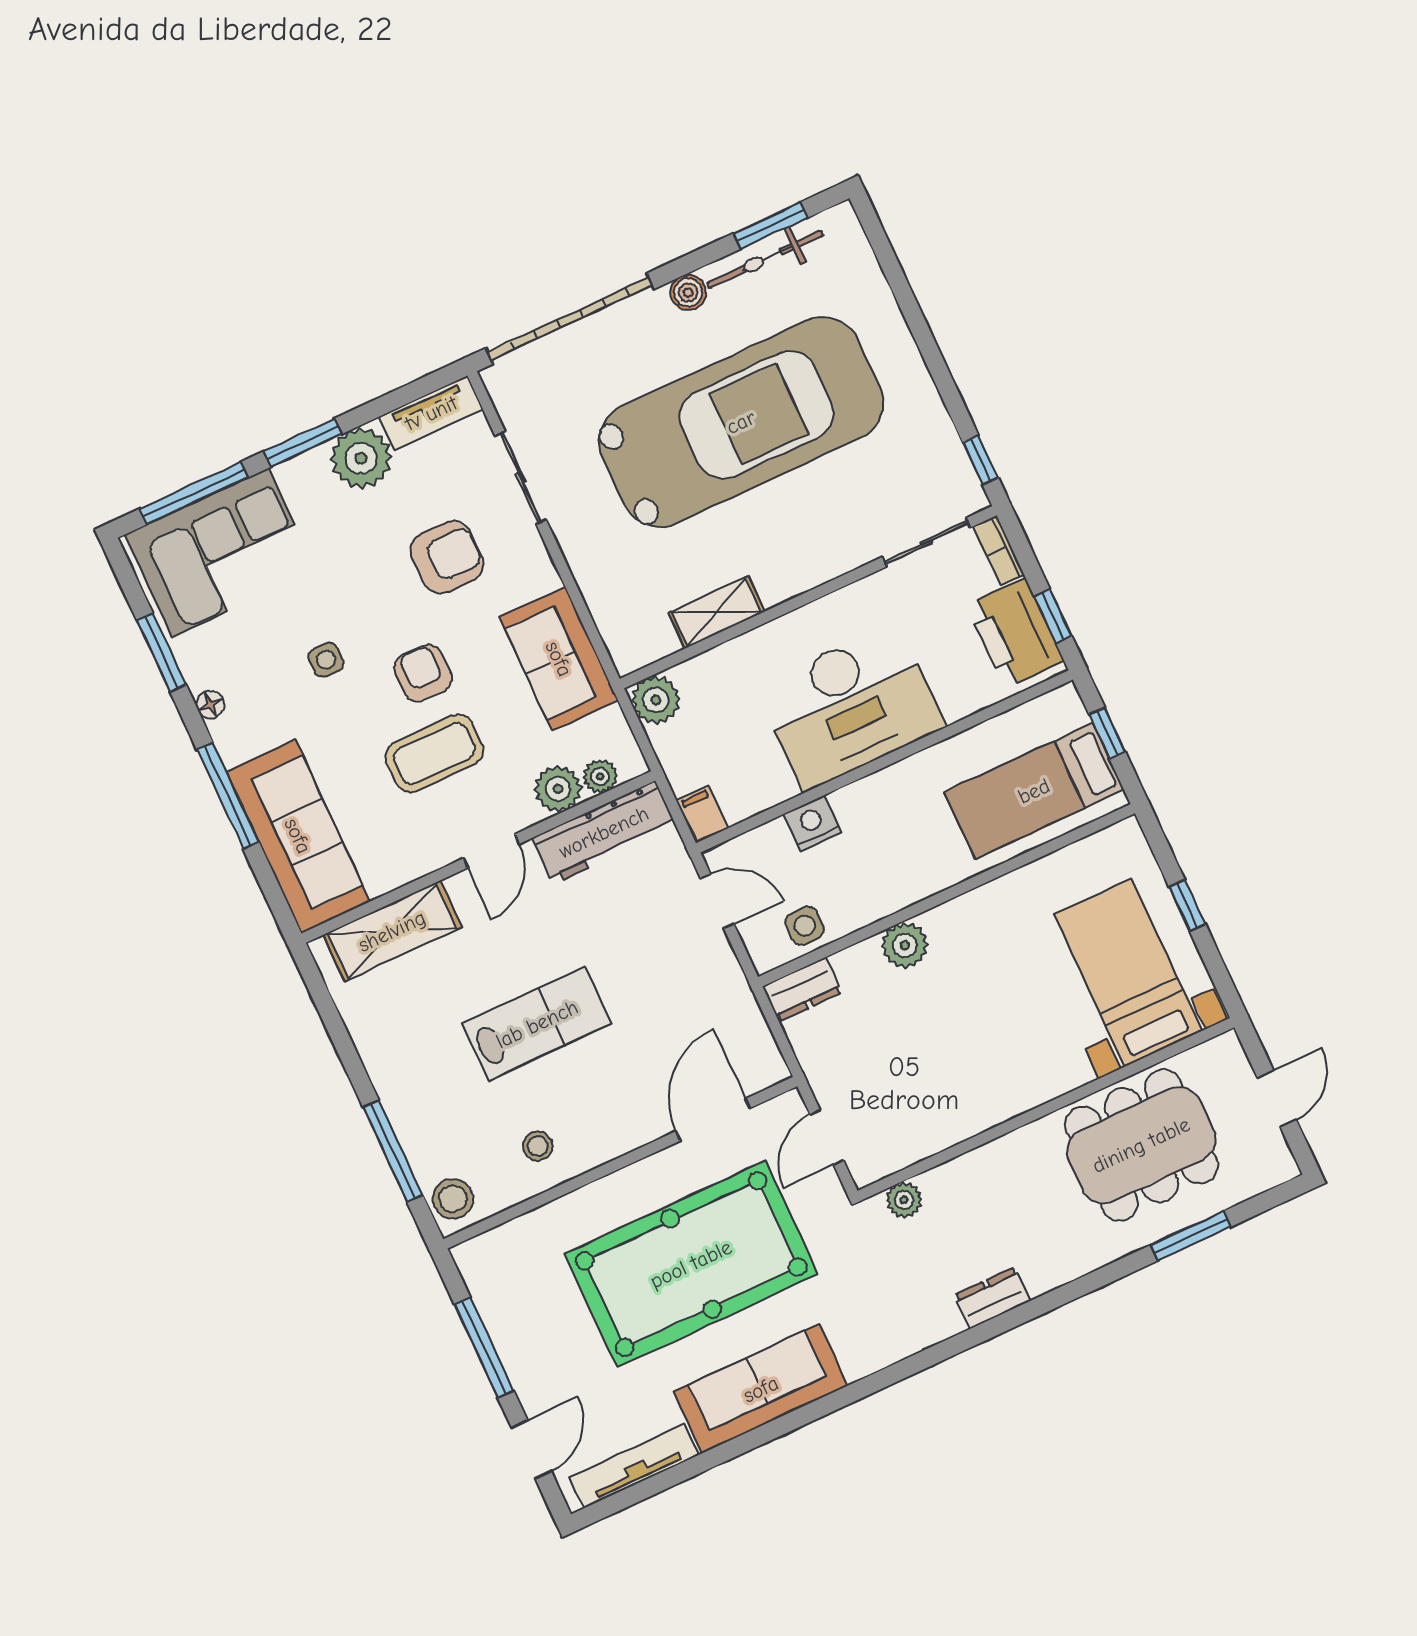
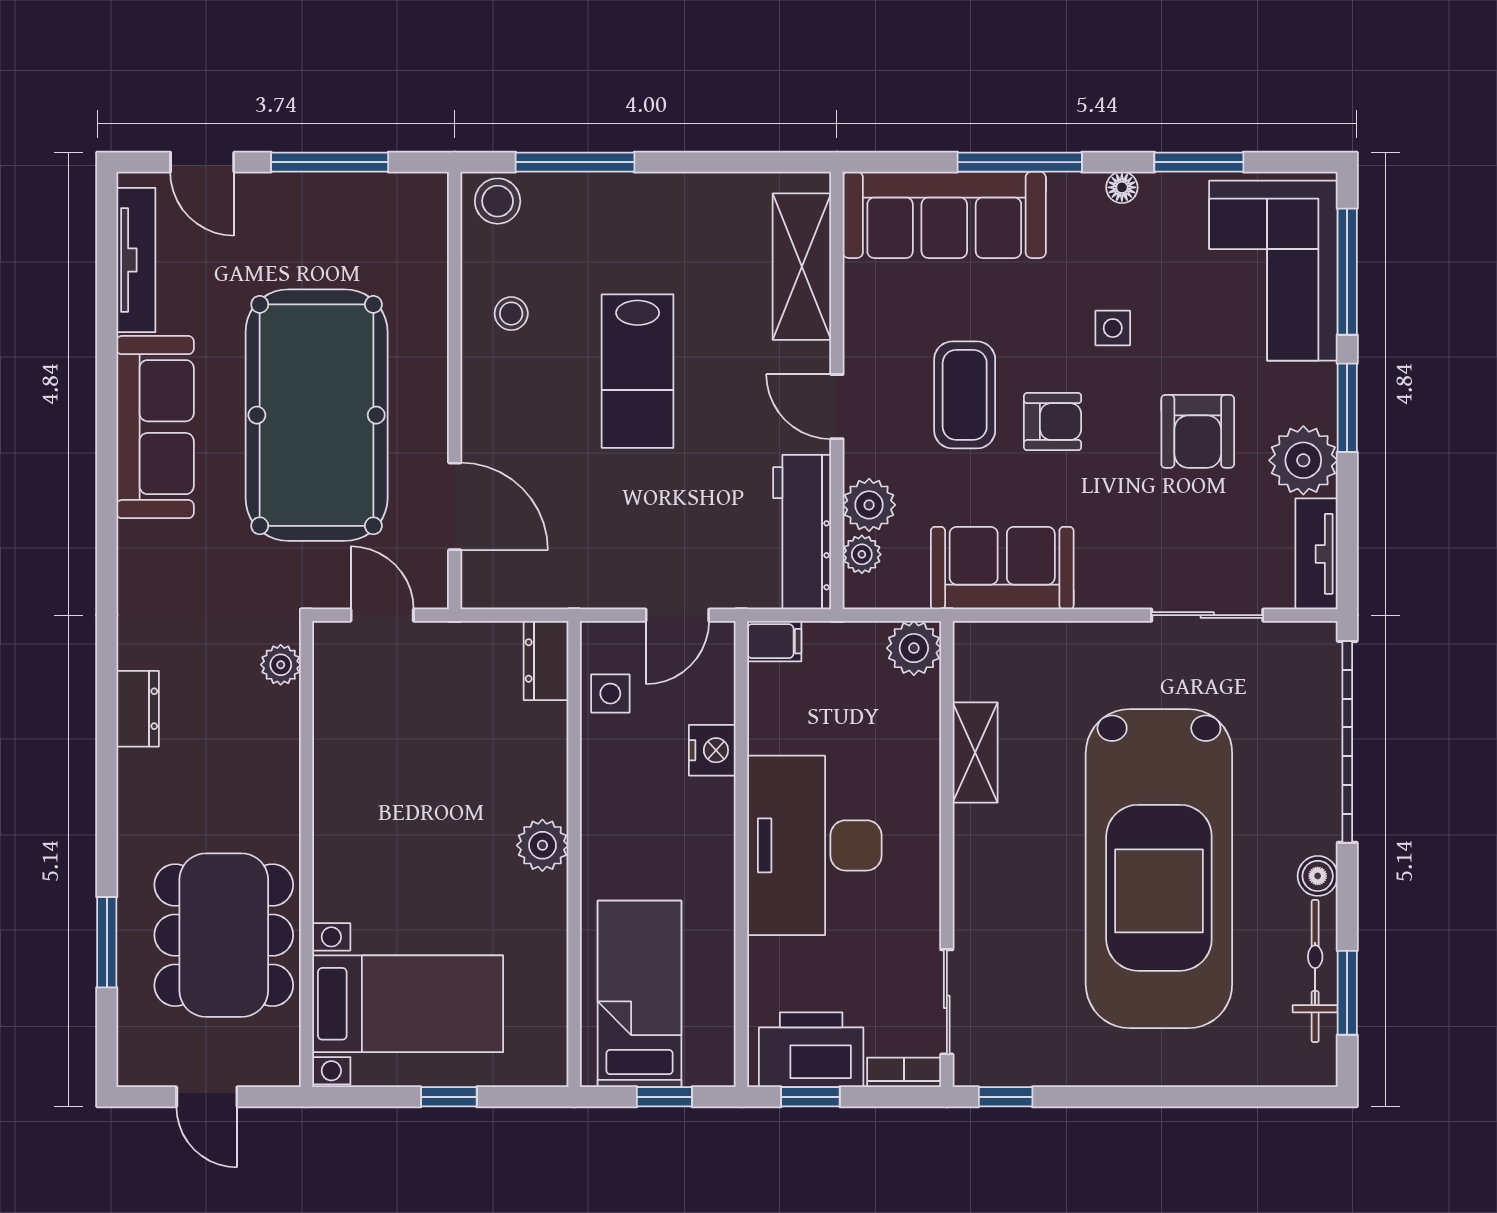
armchair: (447, 557) -> (1198, 431), moved
plant: (905, 945) -> (542, 845), moved

